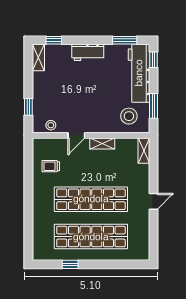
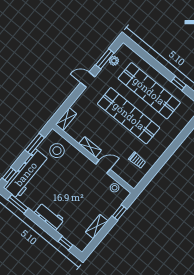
shelving: (38, 58) -> (97, 226), moved
window: (153, 232) -> (105, 59), added
plant: (144, 237) -> (114, 61), added

